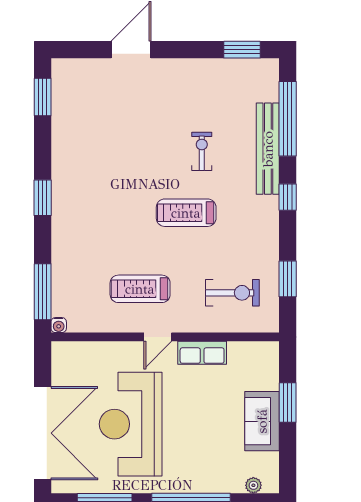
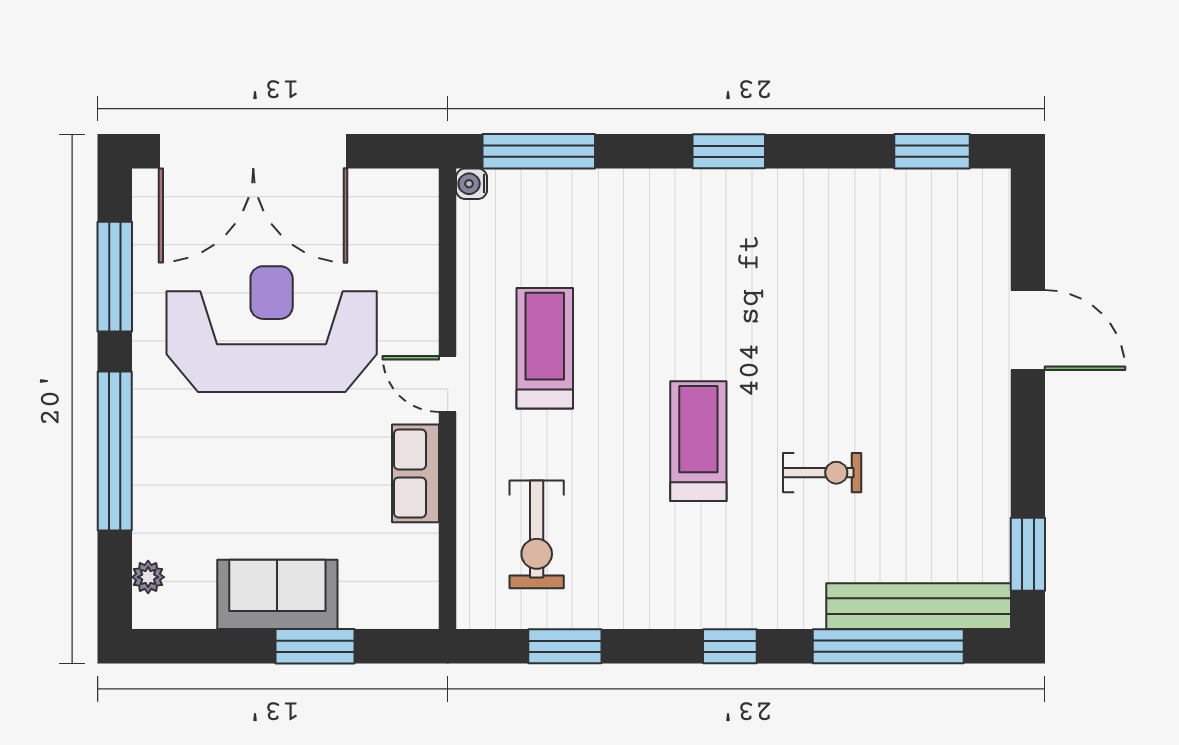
bench: (268, 149) -> (919, 606), moved

